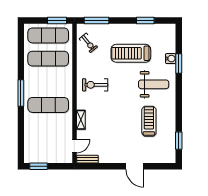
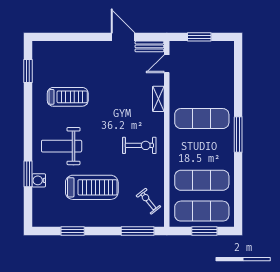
window: (57, 21) -> (204, 231), moved
treadmill: (149, 121) -> (68, 97), turned -90
window: (39, 166) -> (199, 37), moved
door: (135, 166) -> (123, 37), moved

